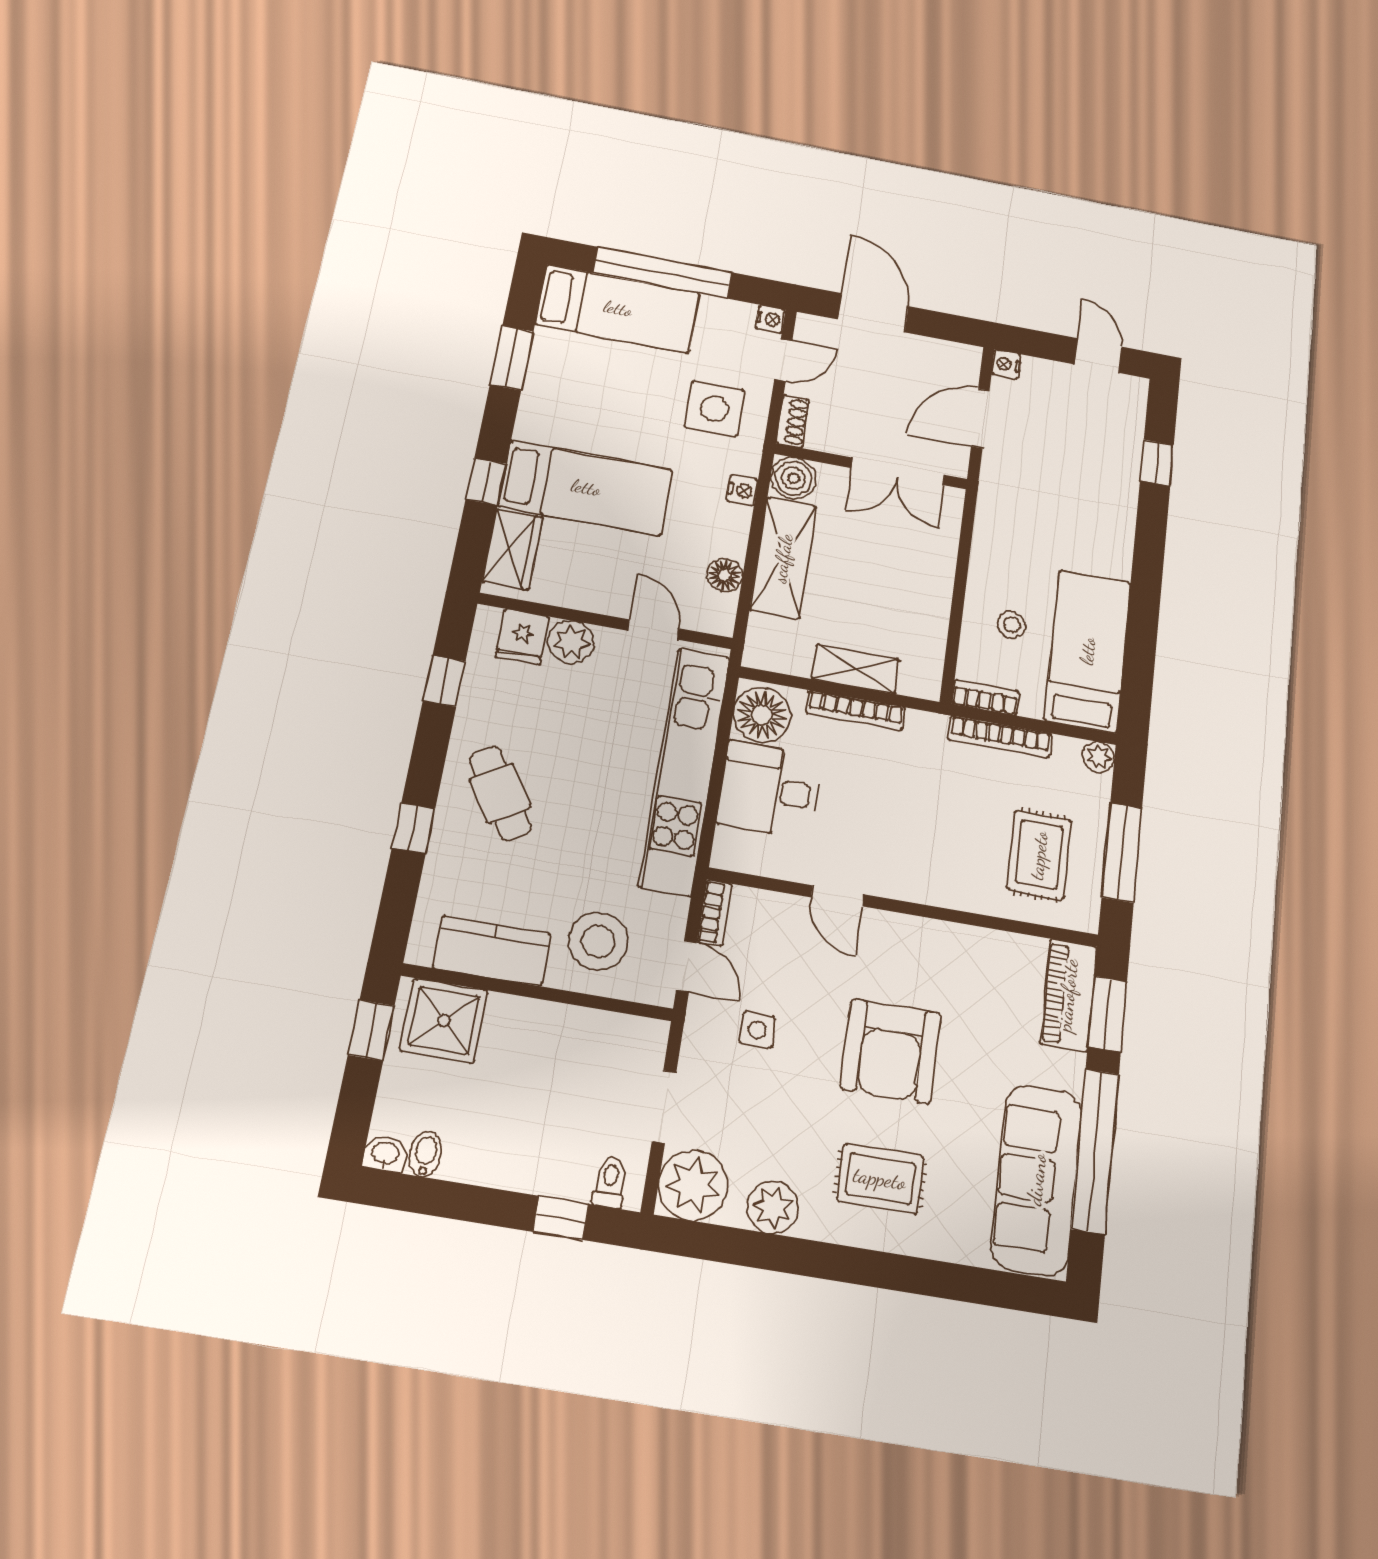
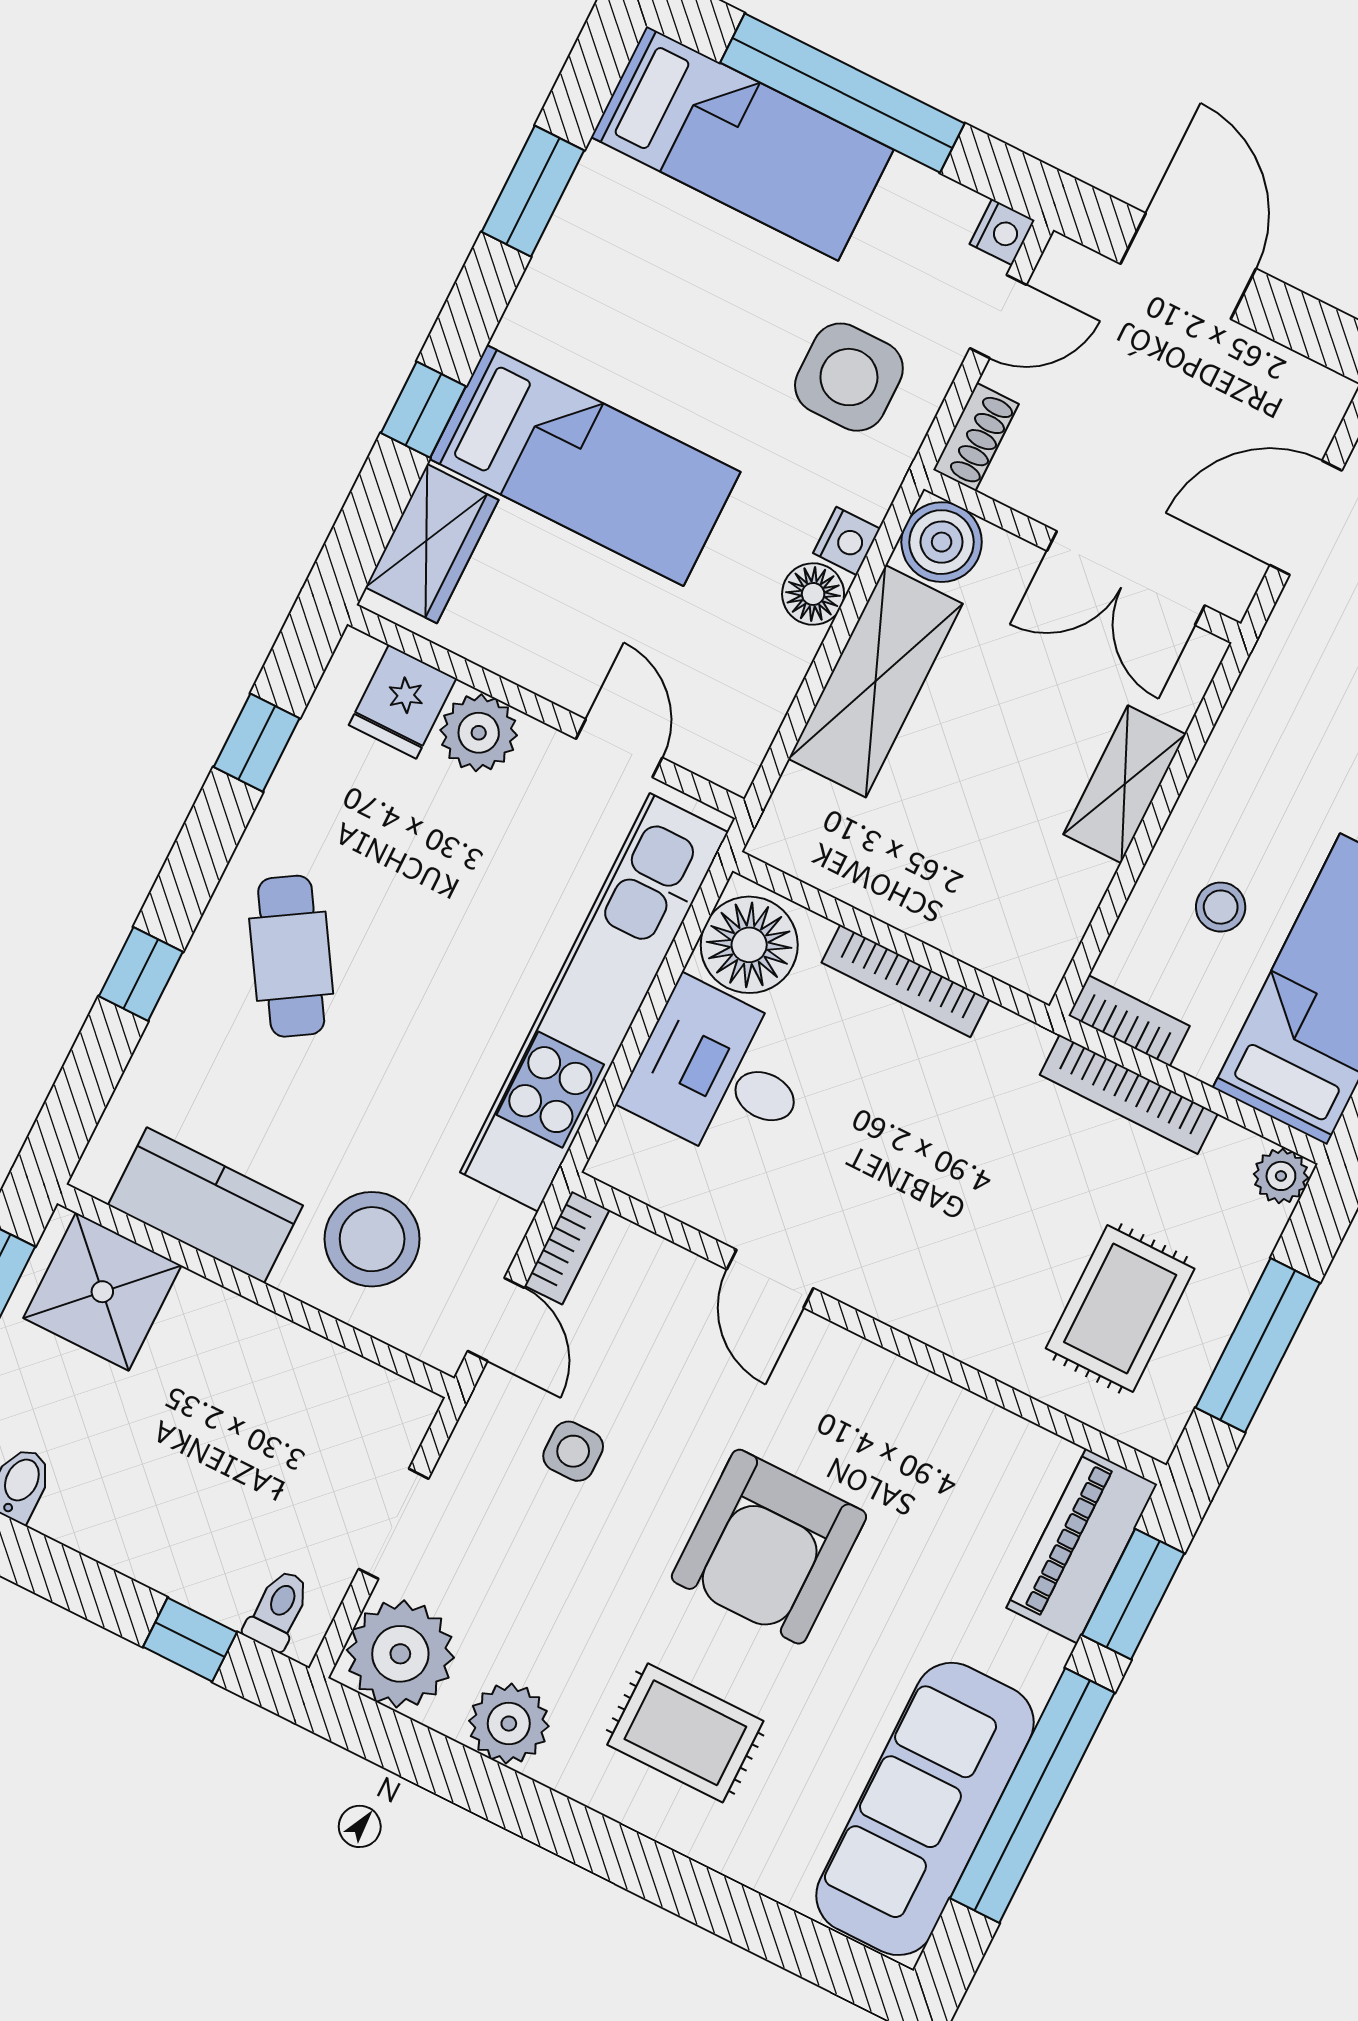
floor lamp: (725, 575) -> (813, 594), moved
shelving: (855, 669) -> (1125, 784), moved, turned 90

